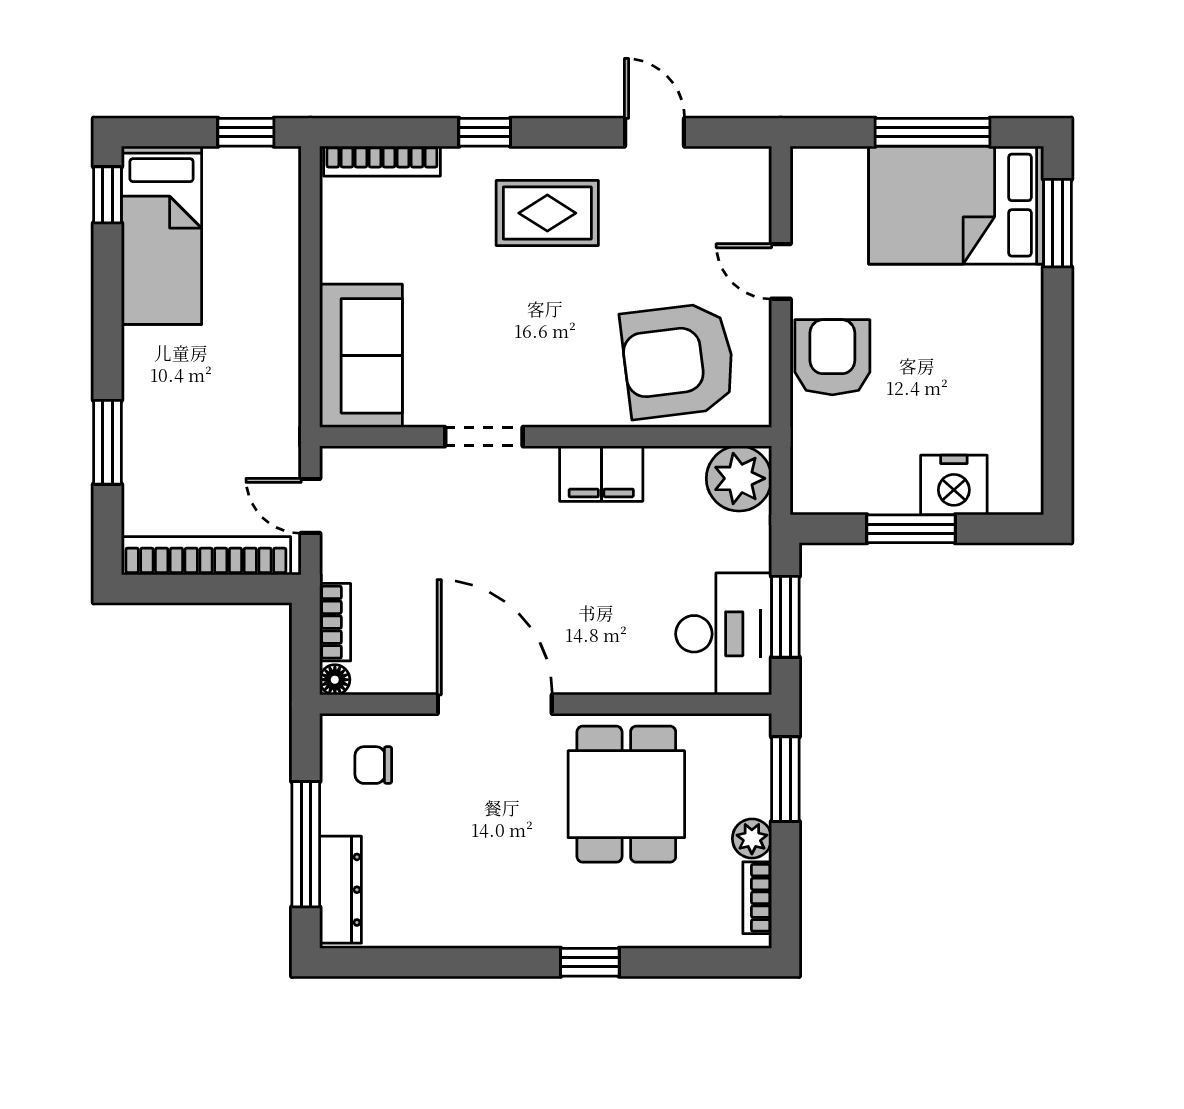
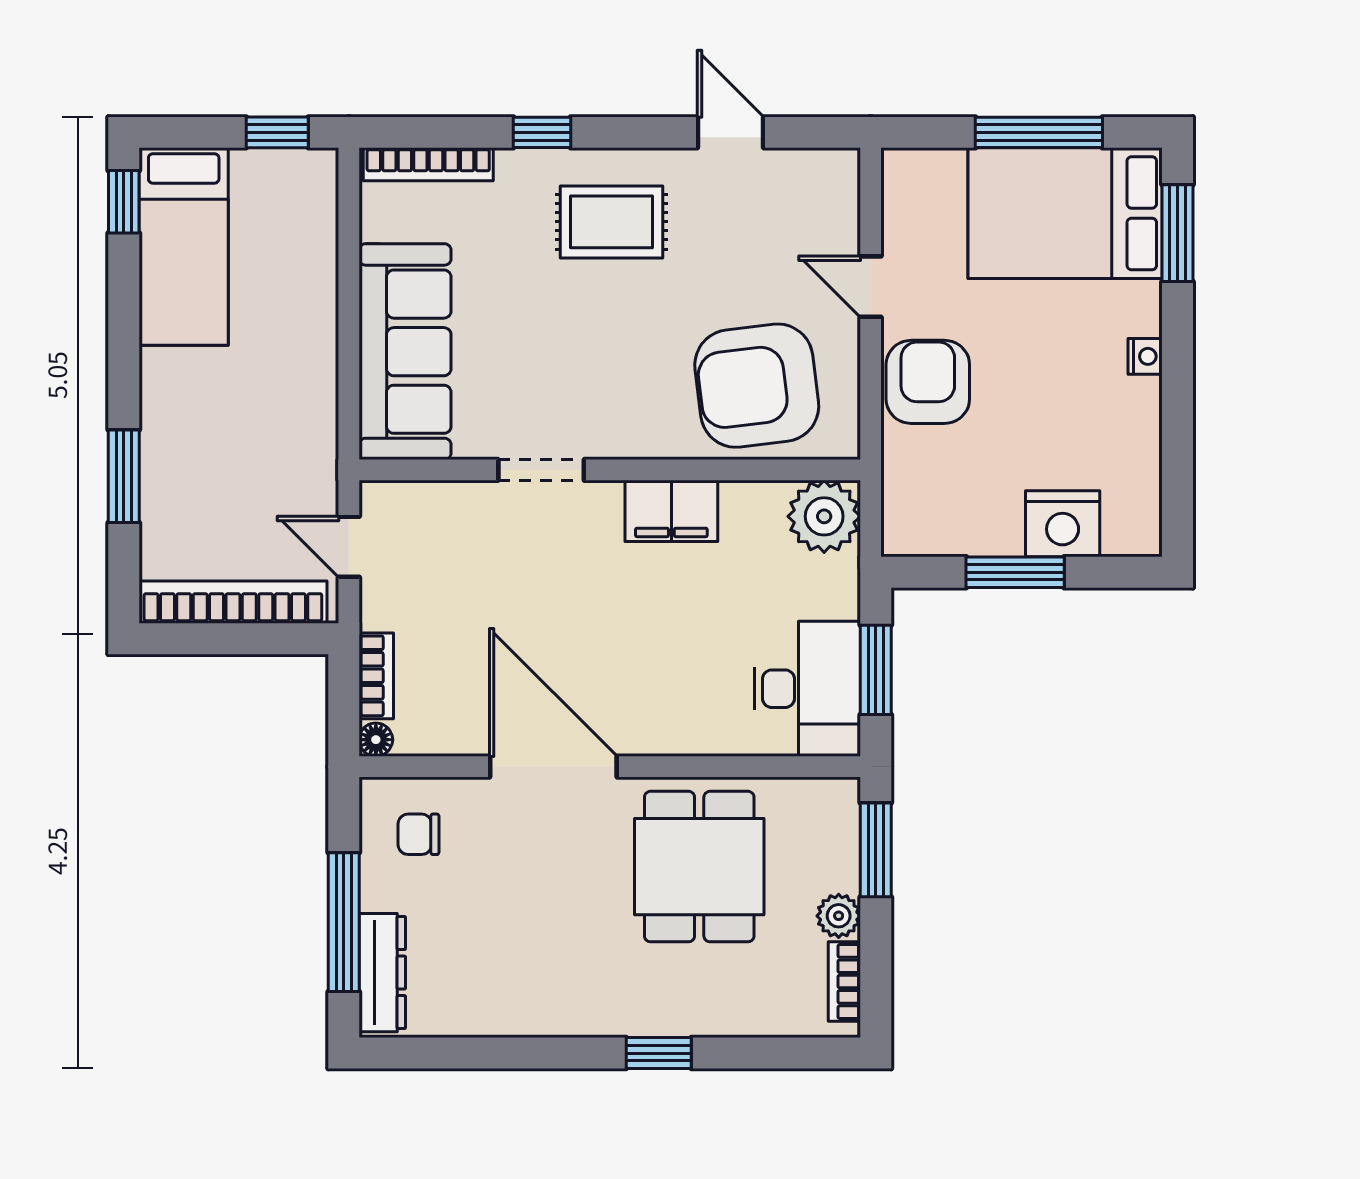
nightstand: (1028, 334) -> (1145, 356), added
sofa: (361, 356) -> (405, 352), width x1.36

